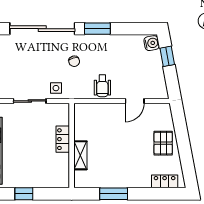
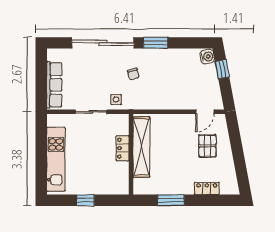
wheelchair: (102, 86) -> (160, 97), removed
door: (135, 101) -> (205, 112), moved
pallet: (163, 143) -> (207, 146), moved
shelving: (80, 155) -> (141, 147), width x2.20, depth x1.33
locker: (165, 181) -> (207, 188), moved

